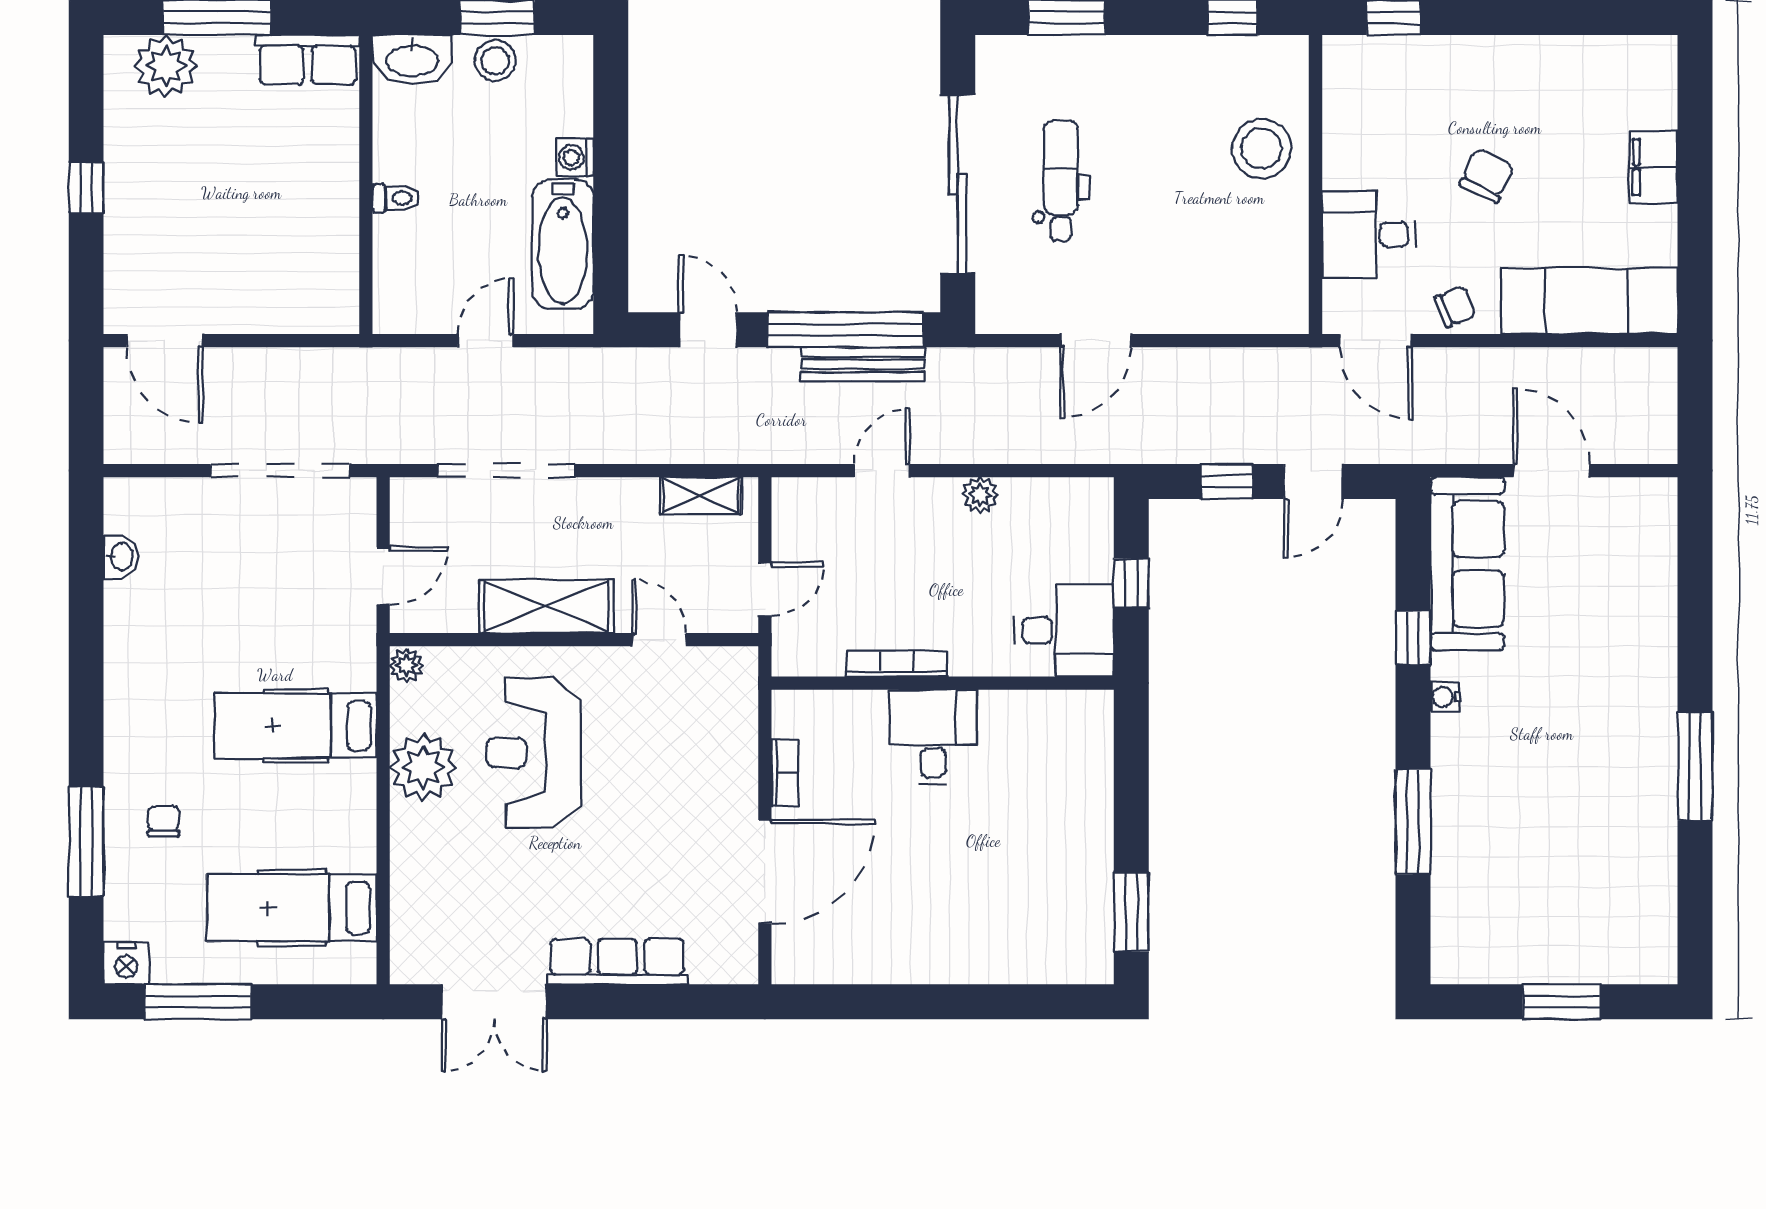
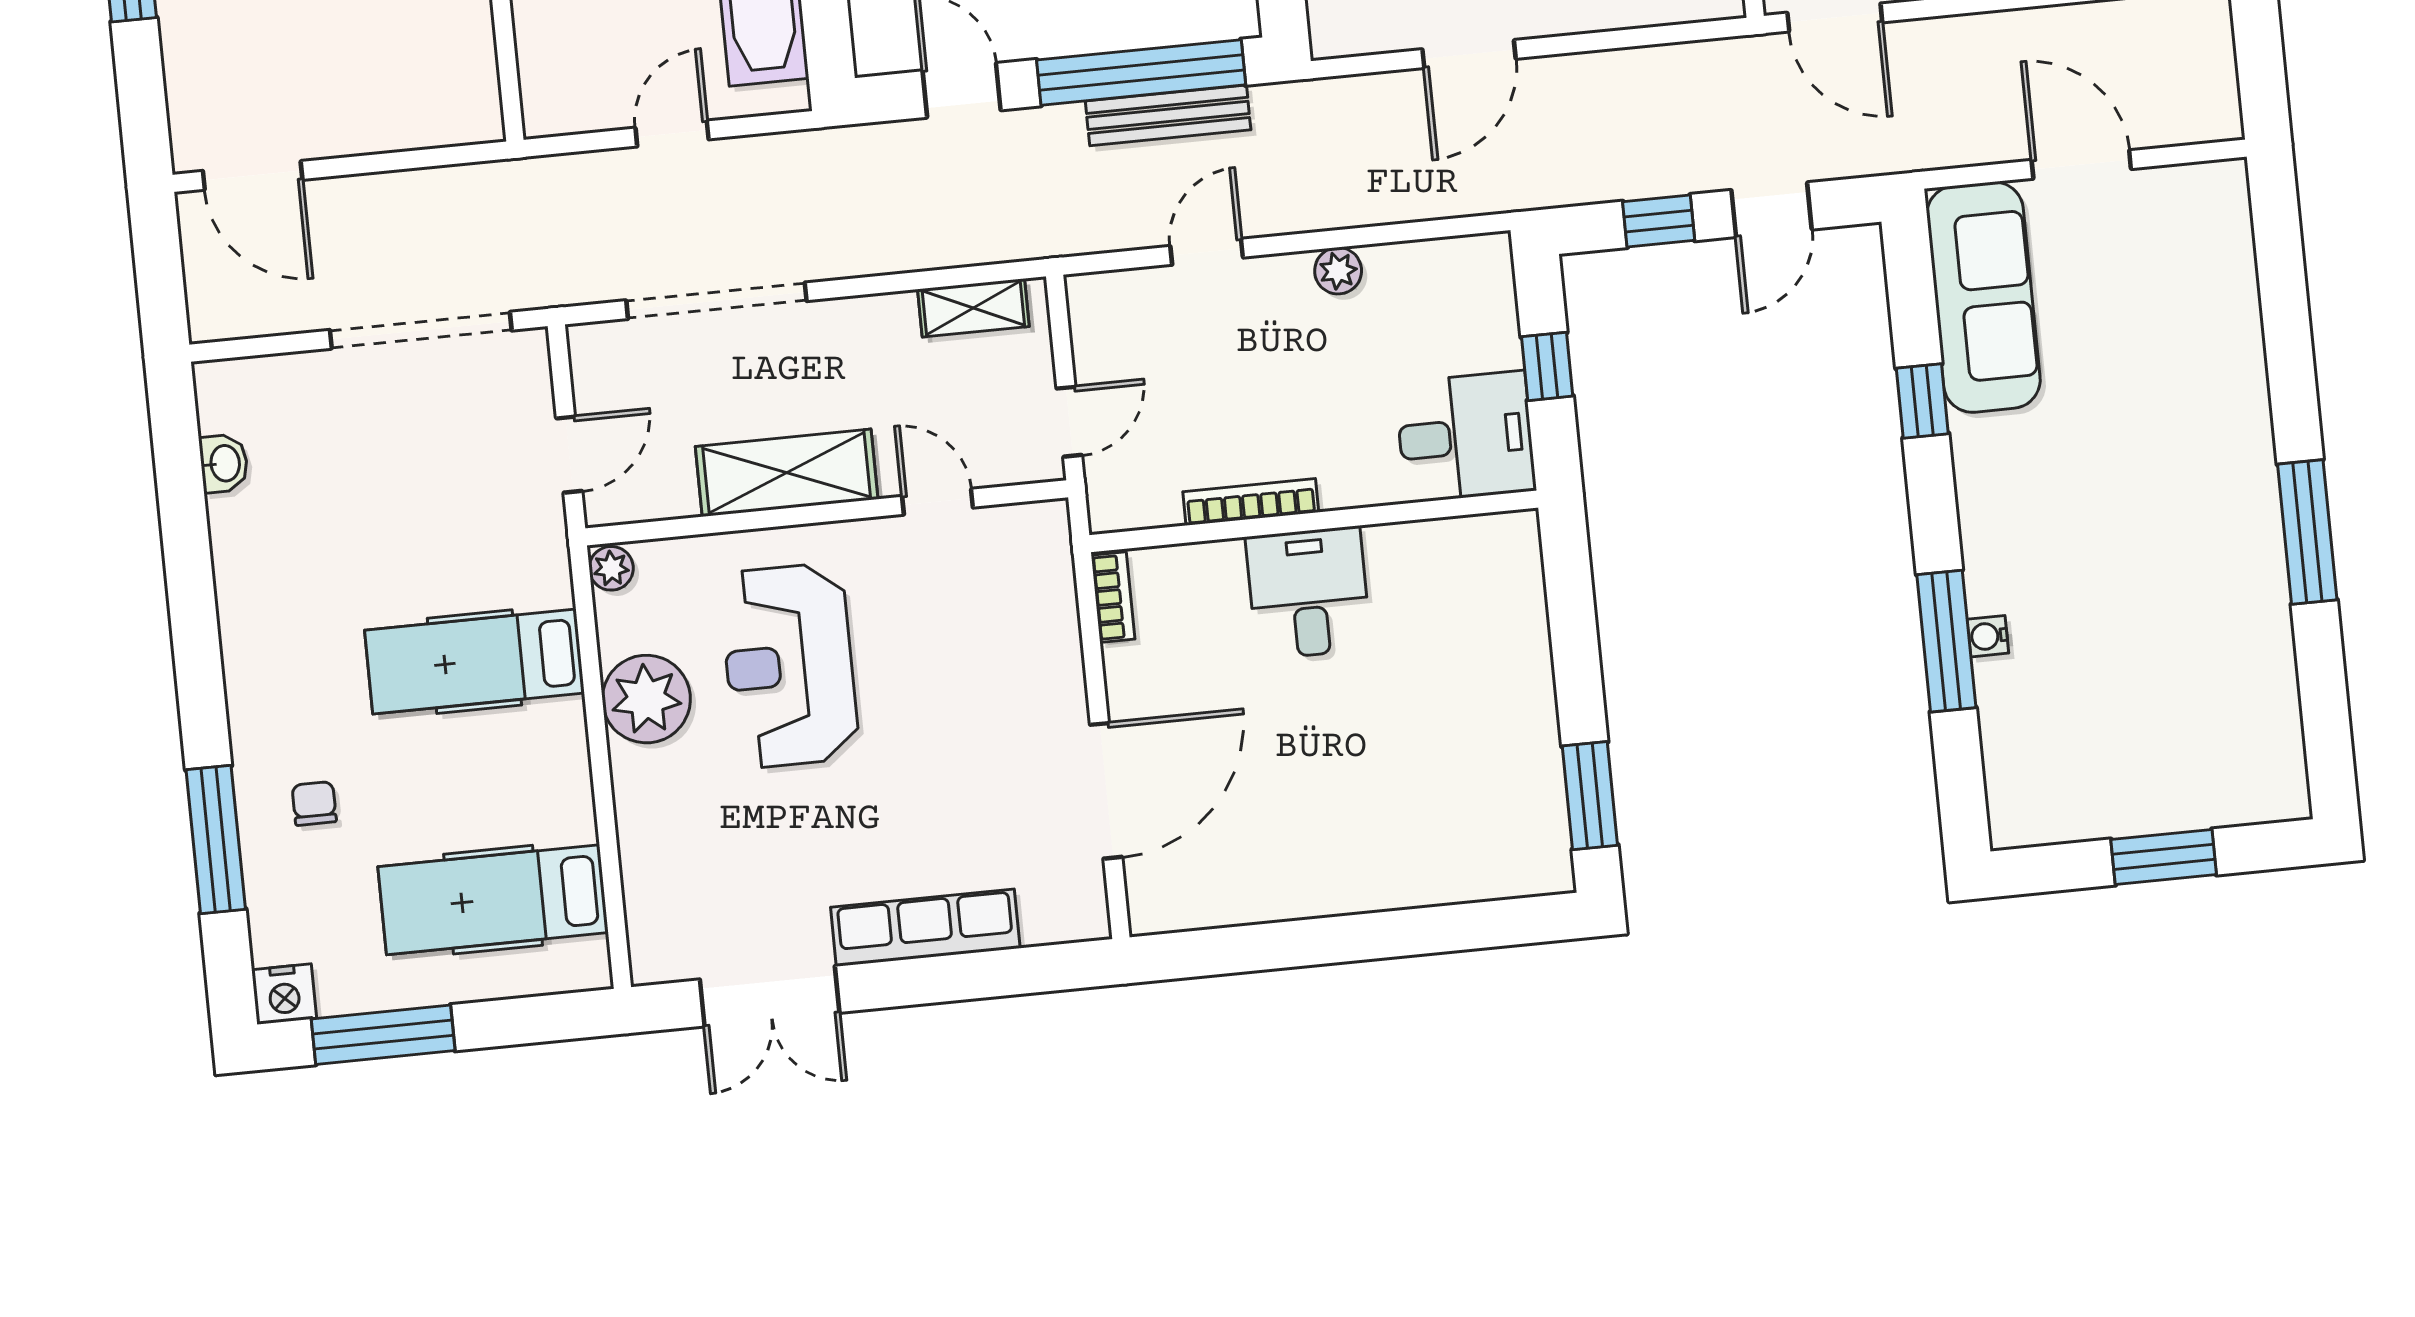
water cooler: (1445, 697) -> (1988, 636), moved
bookcase: (785, 773) -> (1113, 597), moved

